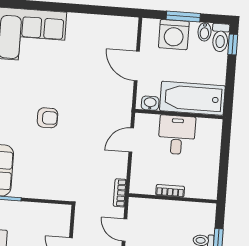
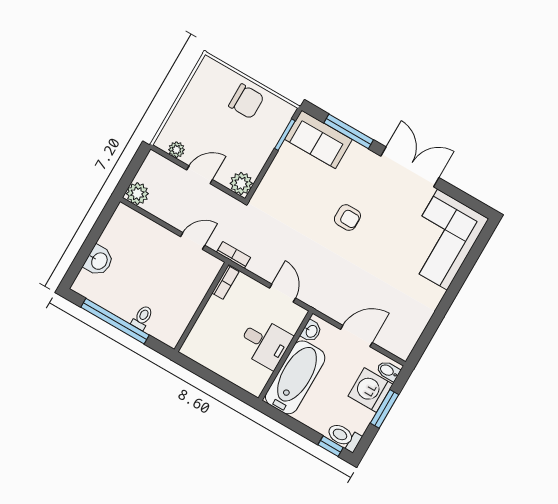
bidet: (205, 32) -> (388, 371), moved
armchair: (47, 118) -> (347, 218), turned -90
bookcase: (170, 191) -> (225, 282), moved
plant: (61, 214) -> (241, 183), added

